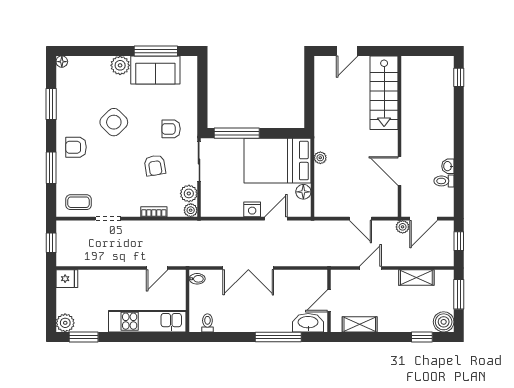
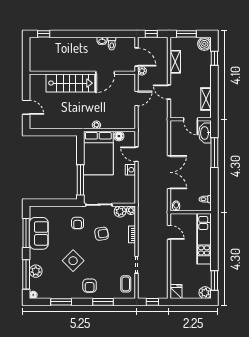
window: (93, 51) -> (26, 274), added
plant: (120, 65) -> (36, 271), moved
stairs: (384, 93) -> (70, 83), moved

